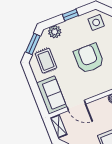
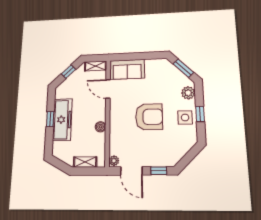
side table: (96, 22) -> (185, 117), moved
rug: (46, 61) -> (162, 75), removed
door: (76, 105) -> (108, 89), hinge flipped

